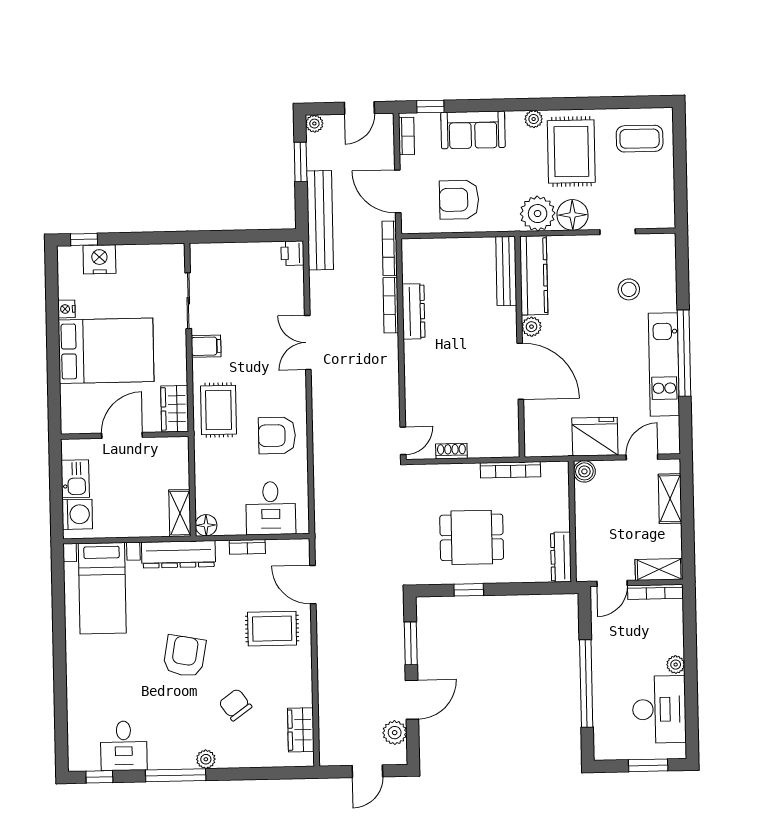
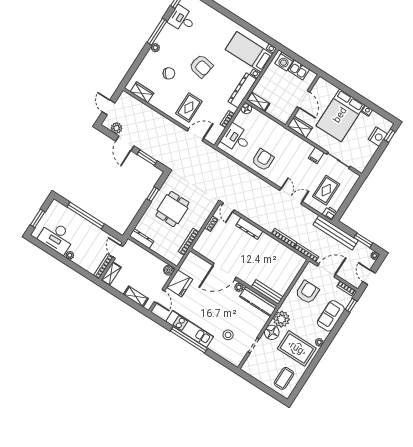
dresser: (413, 311) -> (249, 228), moved
rug: (219, 410) -> (326, 190), moved, turned 90

